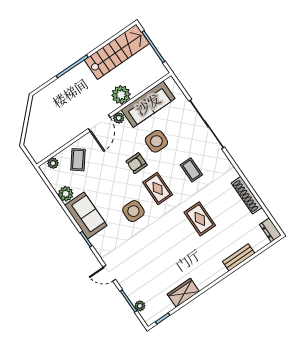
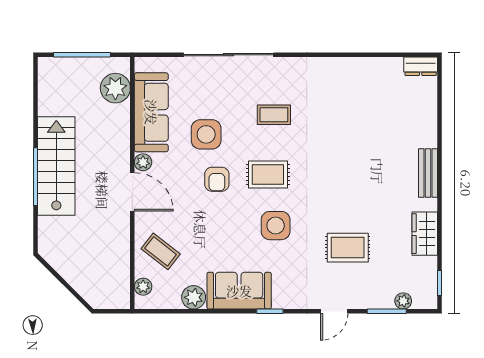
stairs: (117, 52) -> (56, 166), moved
plant: (121, 95) -> (115, 88), moved
shoe rack: (247, 195) -> (355, 66), removed
rug: (200, 219) -> (348, 248), moved
bench: (239, 257) -> (428, 173), moved

